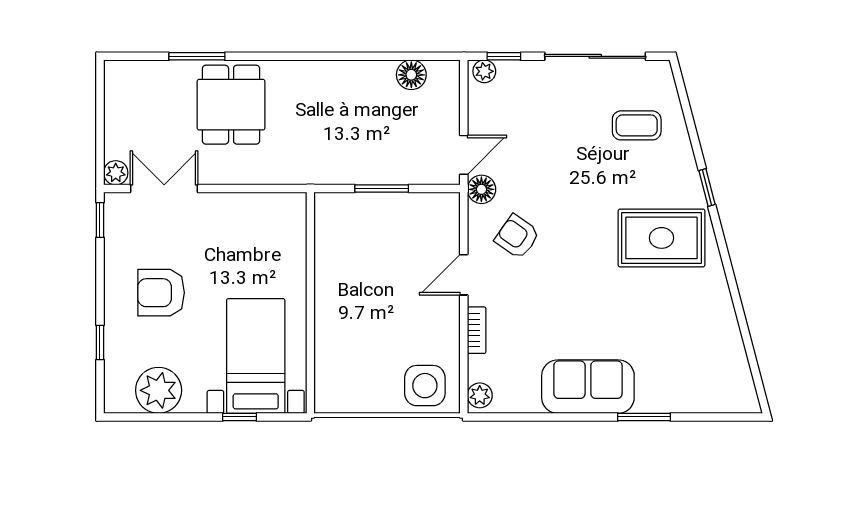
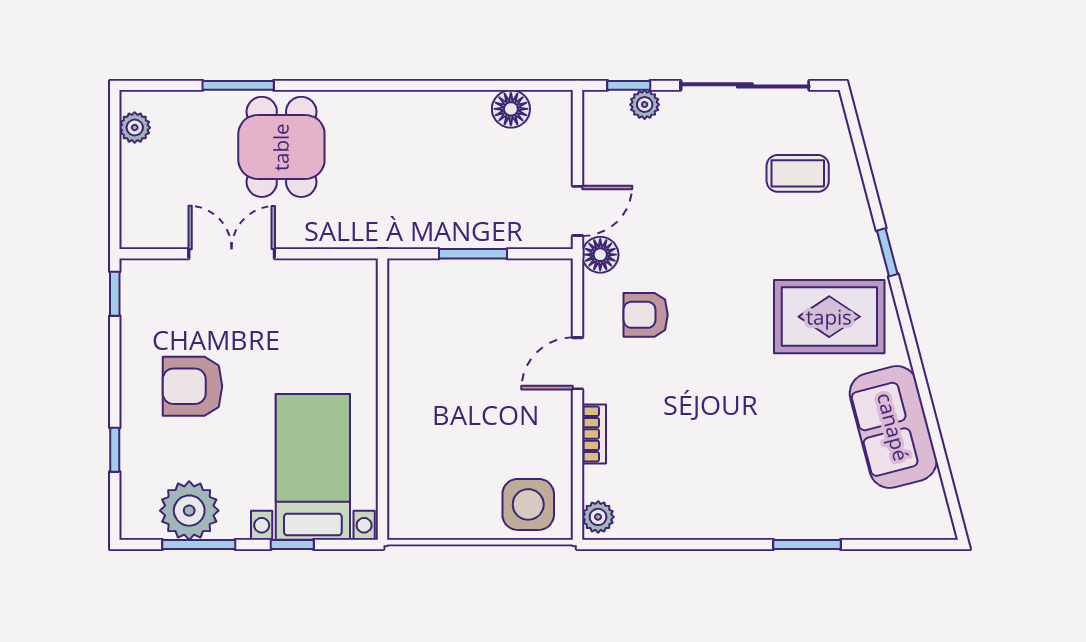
plant: (484, 71) -> (645, 105), moved
plant: (116, 173) -> (135, 128), moved
double door: (164, 189) -> (232, 254), moved
armchair: (517, 237) -> (646, 315), turned -35
sofa: (588, 387) -> (893, 427), moved, turned -105
window: (166, 417) -> (199, 544), added

